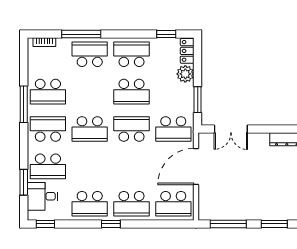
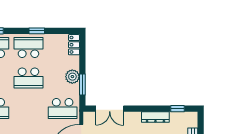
window: (166, 34) -> (37, 31), moved
plant: (185, 74) -> (72, 77), moved
school desk: (131, 129) -> (28, 109), removed

